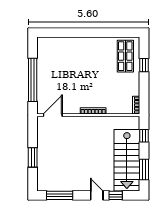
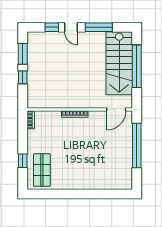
window: (144, 136) -> (23, 77), moved
window: (33, 157) -> (137, 66), width x2.11
stairs: (127, 160) -> (119, 63), moved, turned 180
window: (60, 195) -> (99, 27), moved

